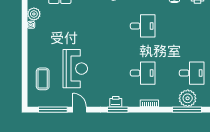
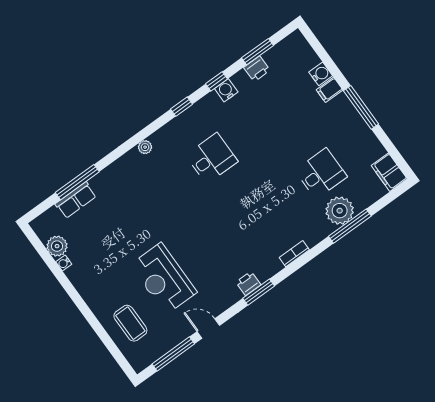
reception desk: (75, 69) -> (163, 279), turned 180
desk: (143, 73) -> (256, 220), removed

